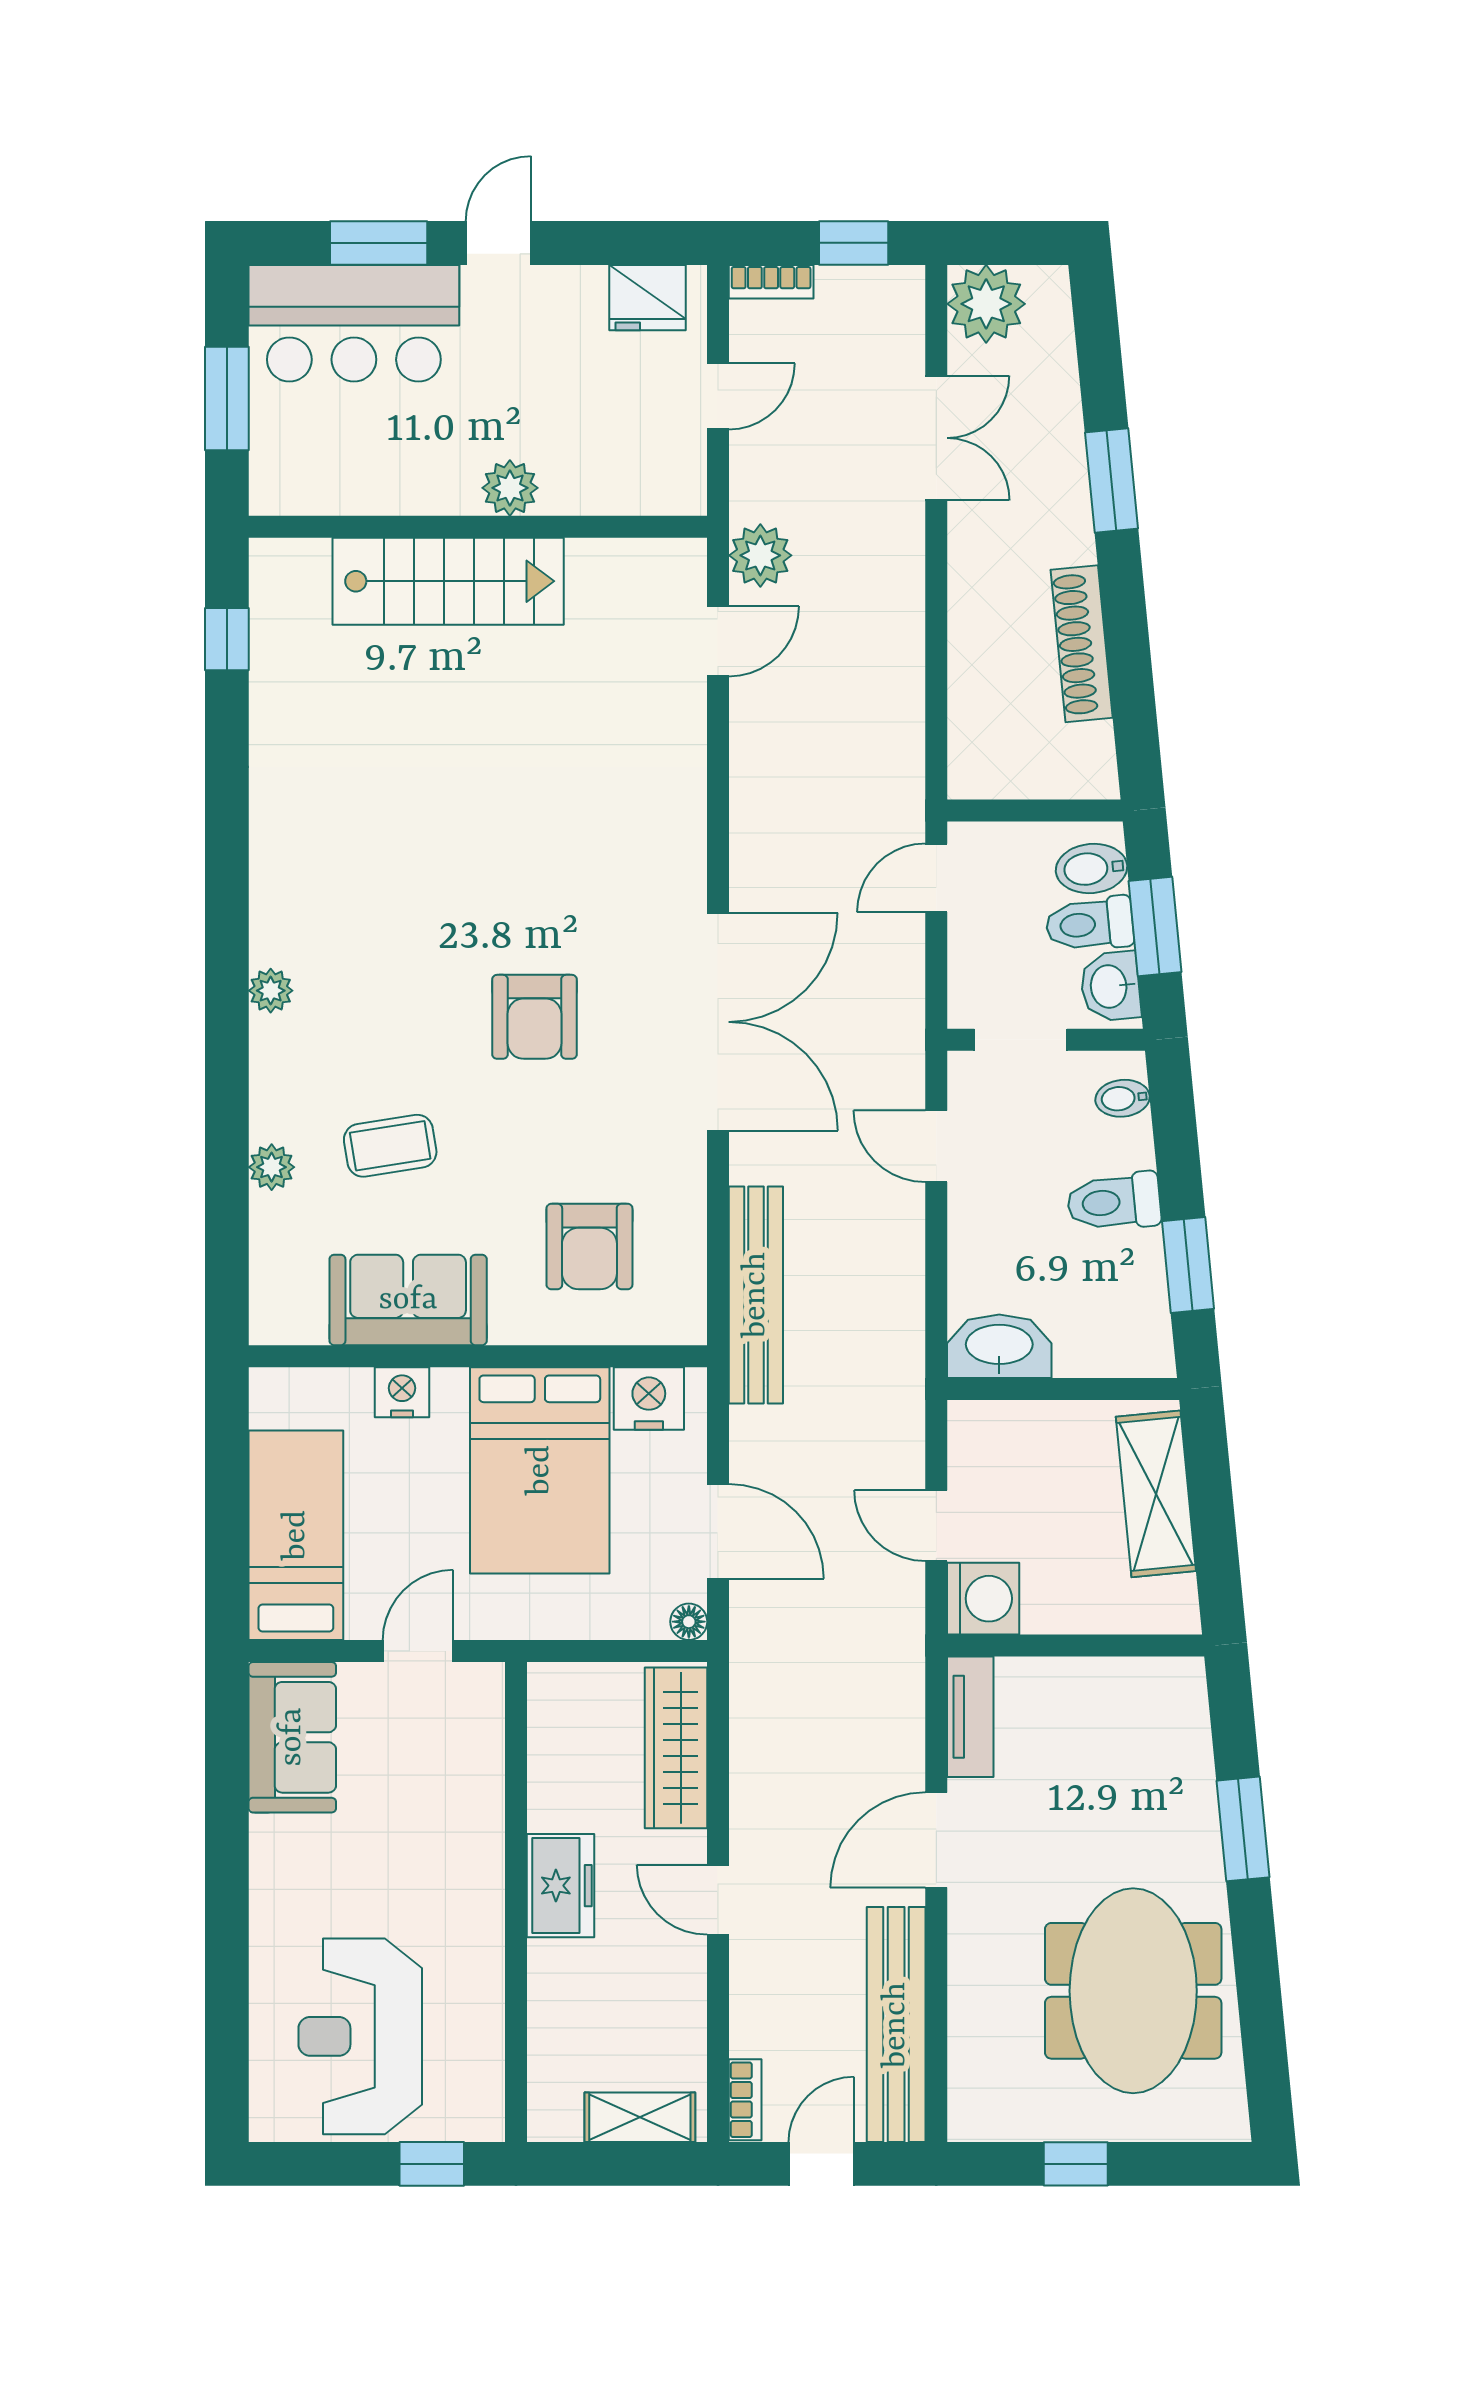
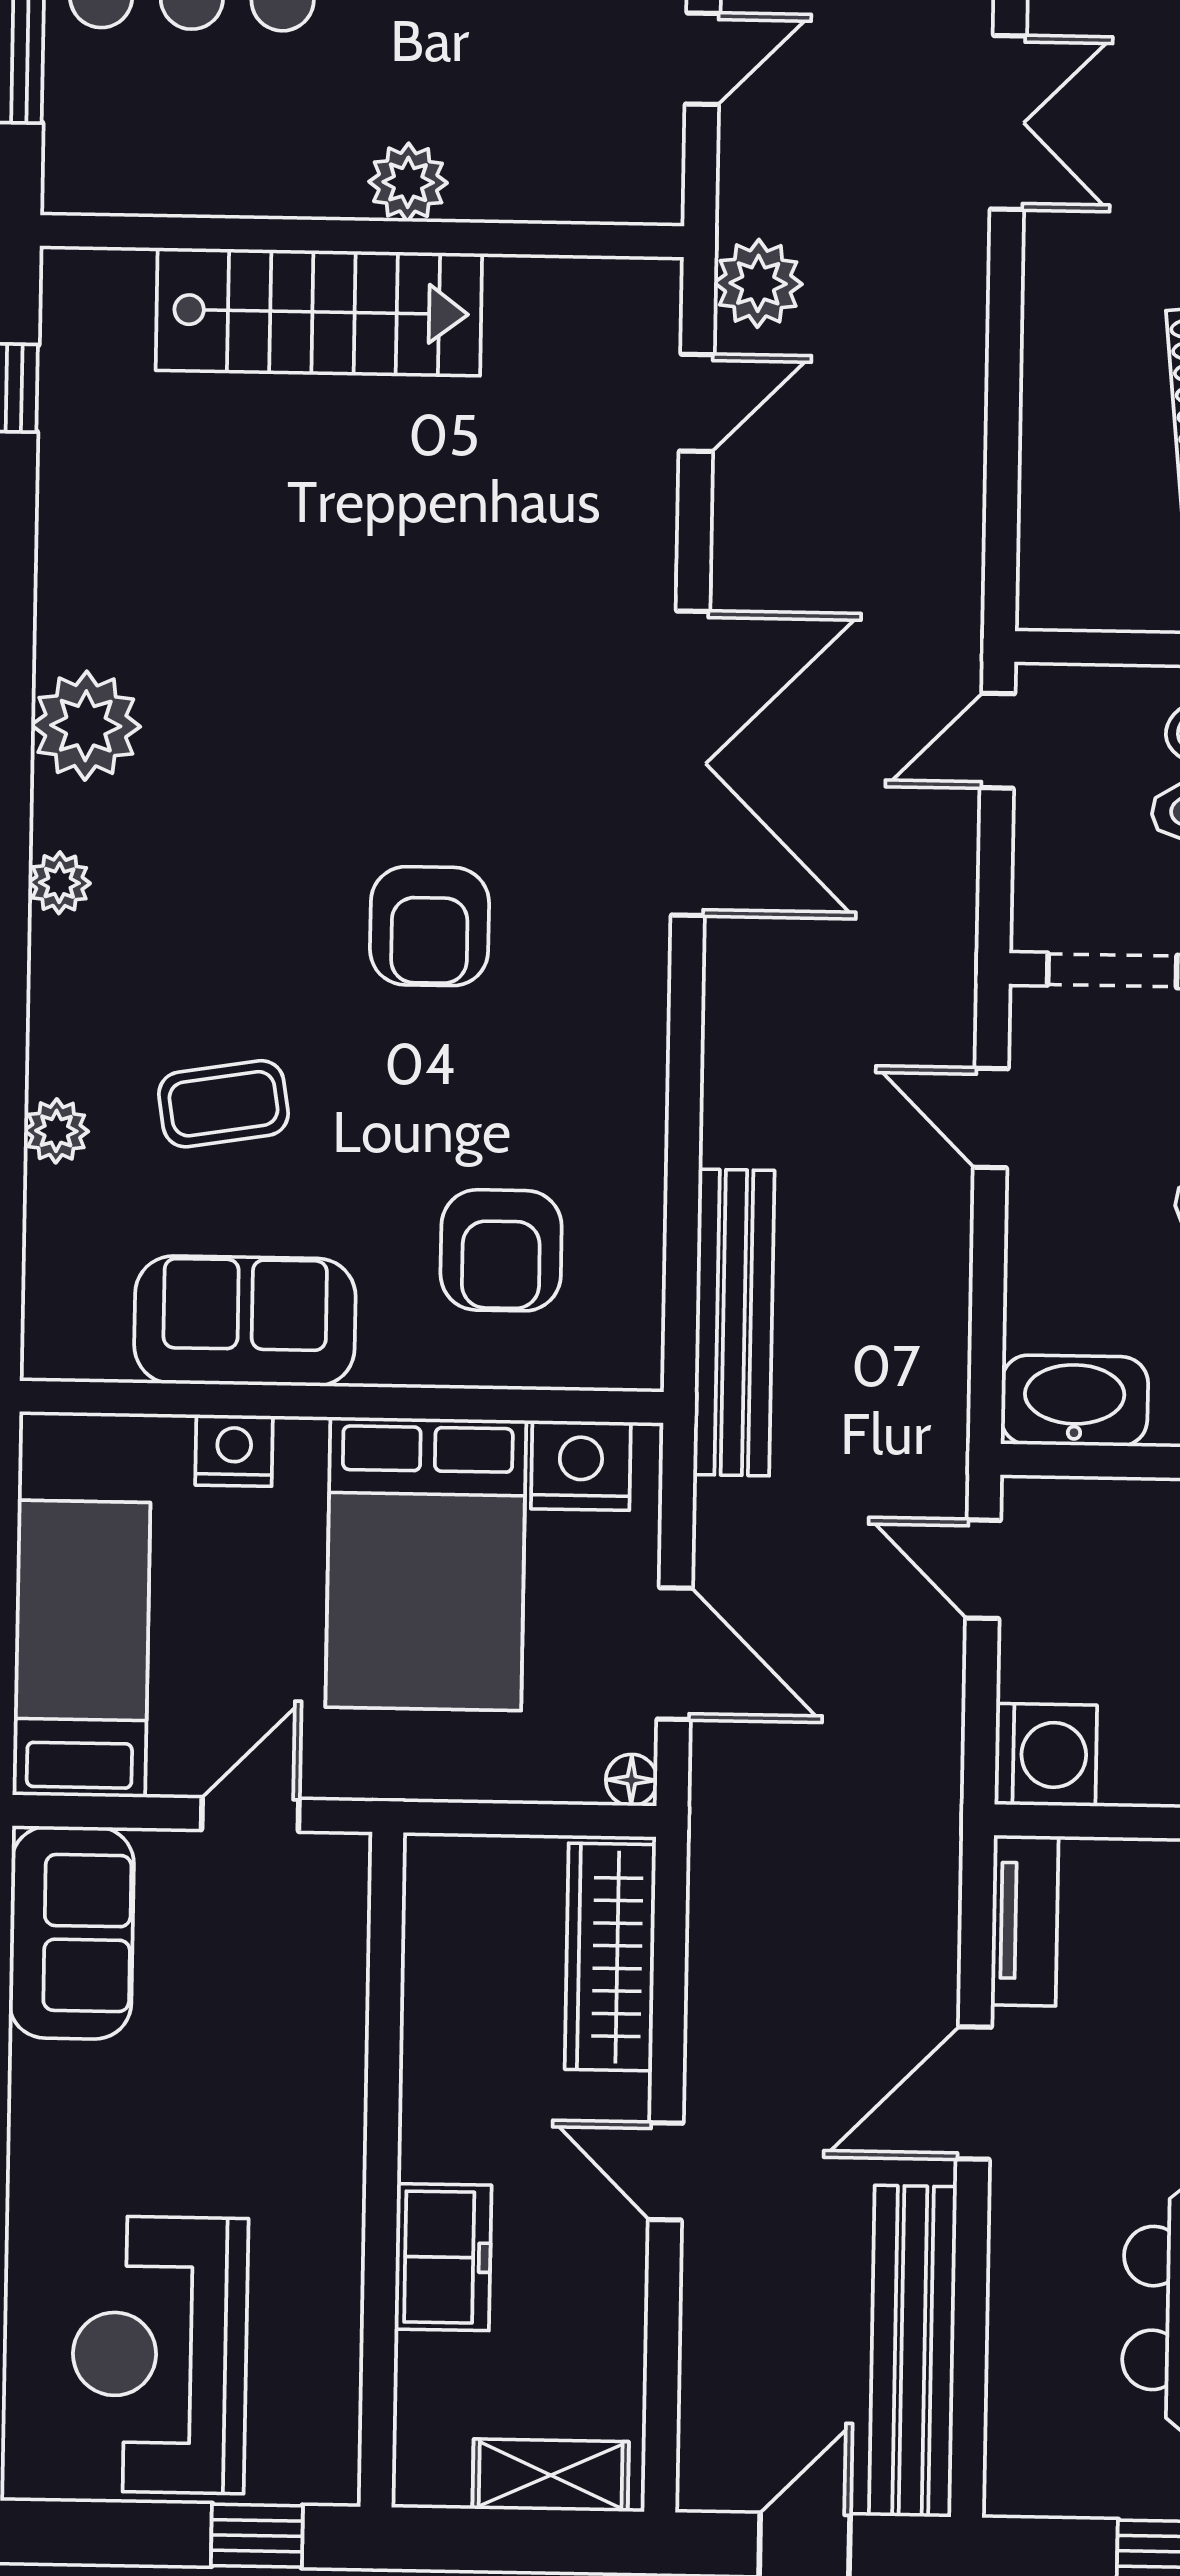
plant: (288, 878) -> (86, 726), added
double door: (718, 1022) -> (690, 763), moved
door: (936, 1526) -> (983, 1569), moved
freezer: (561, 1886) -> (443, 2257), moved
bookcase: (745, 2100) -> (699, 2453), removed

